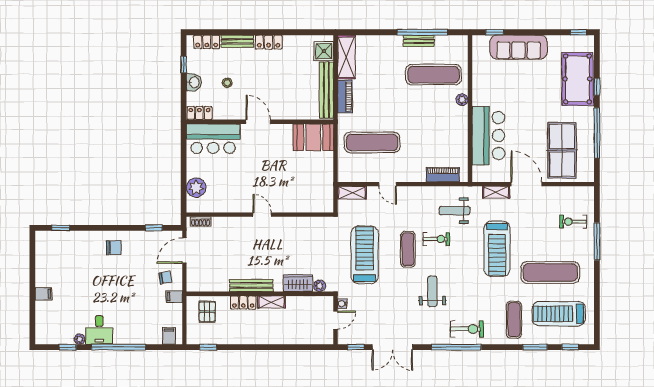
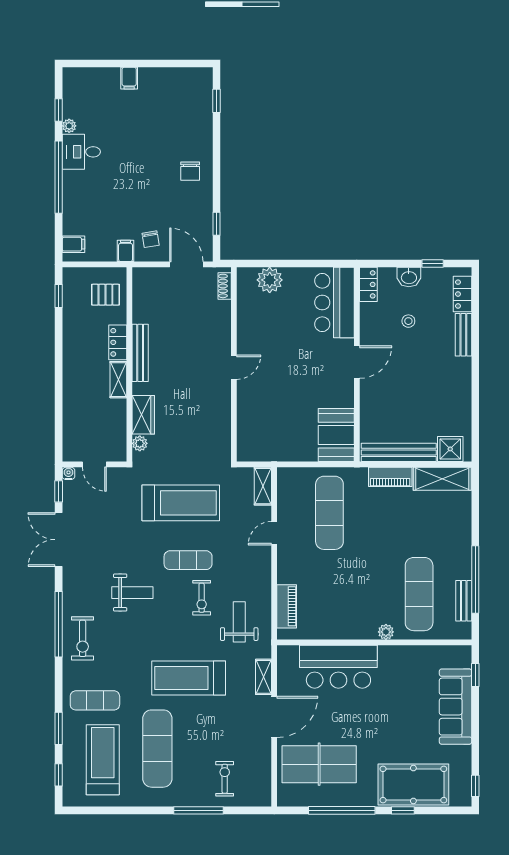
bench: (419, 41) -> (464, 601), moved
locker: (269, 42) -> (462, 376), removed
water cooler: (342, 304) -> (68, 473), moved

